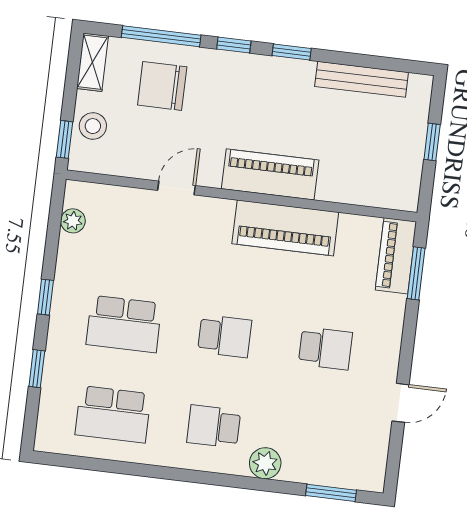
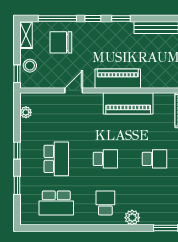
school desk: (124, 324) -> (56, 159), turned -90
school desk: (214, 427) -> (105, 203), turned 90

